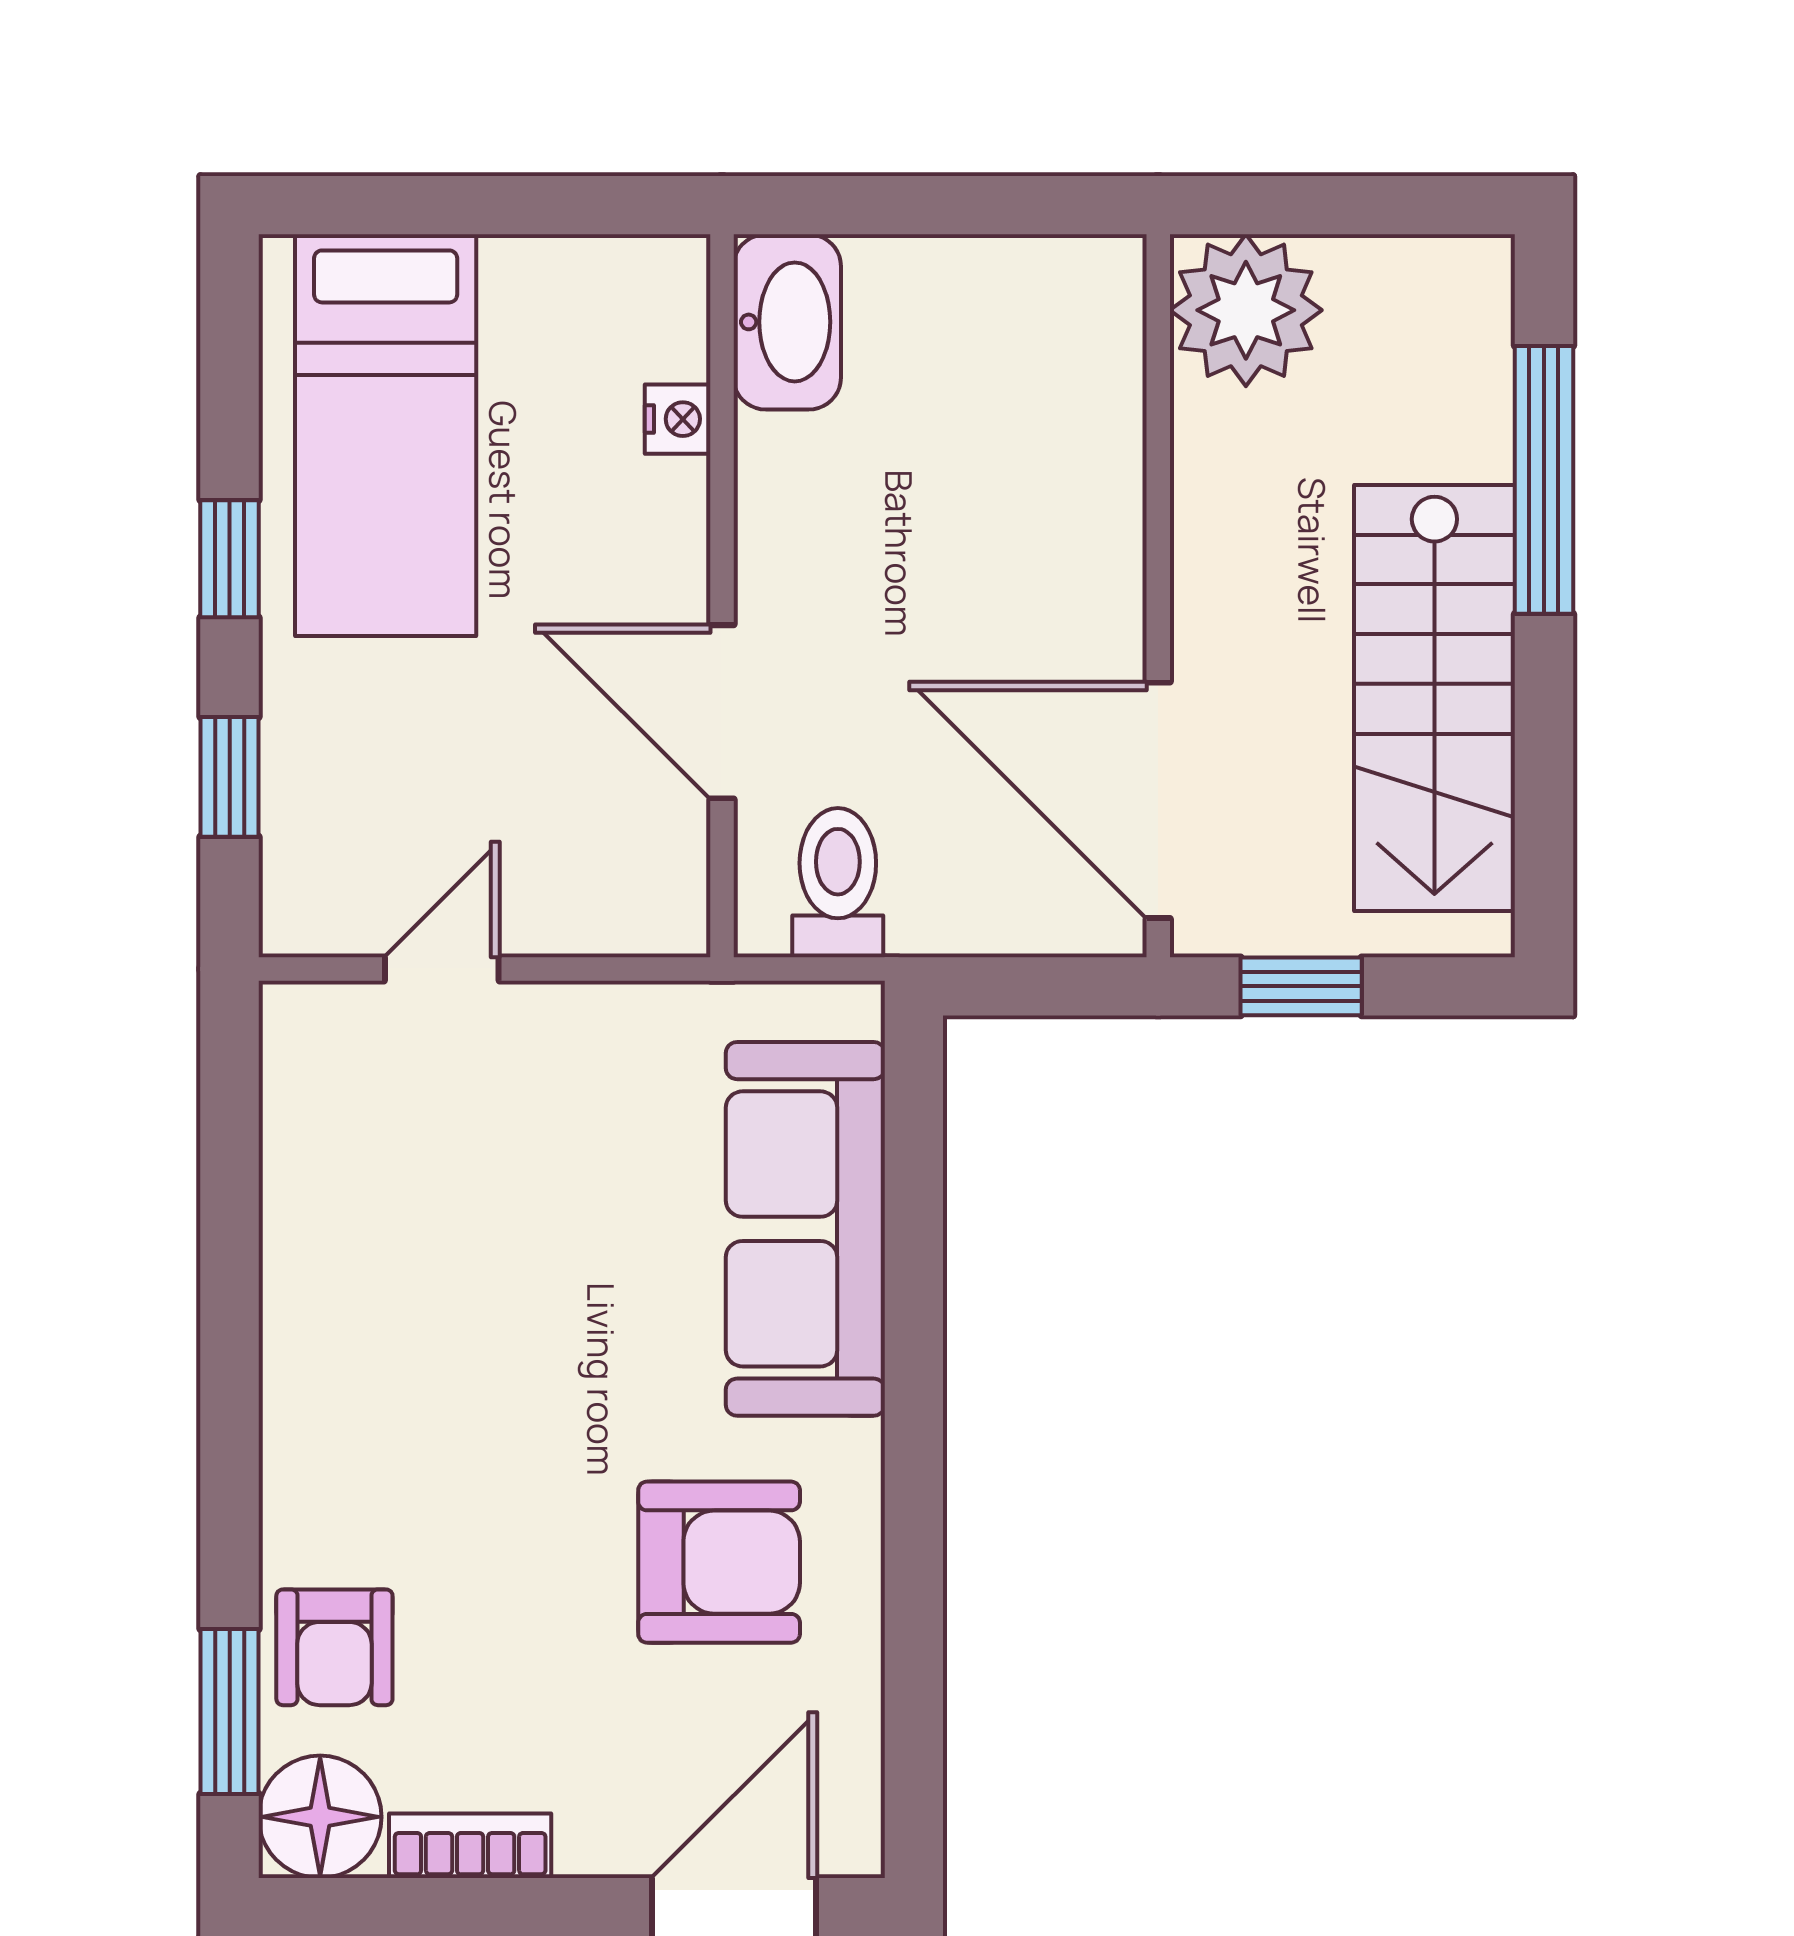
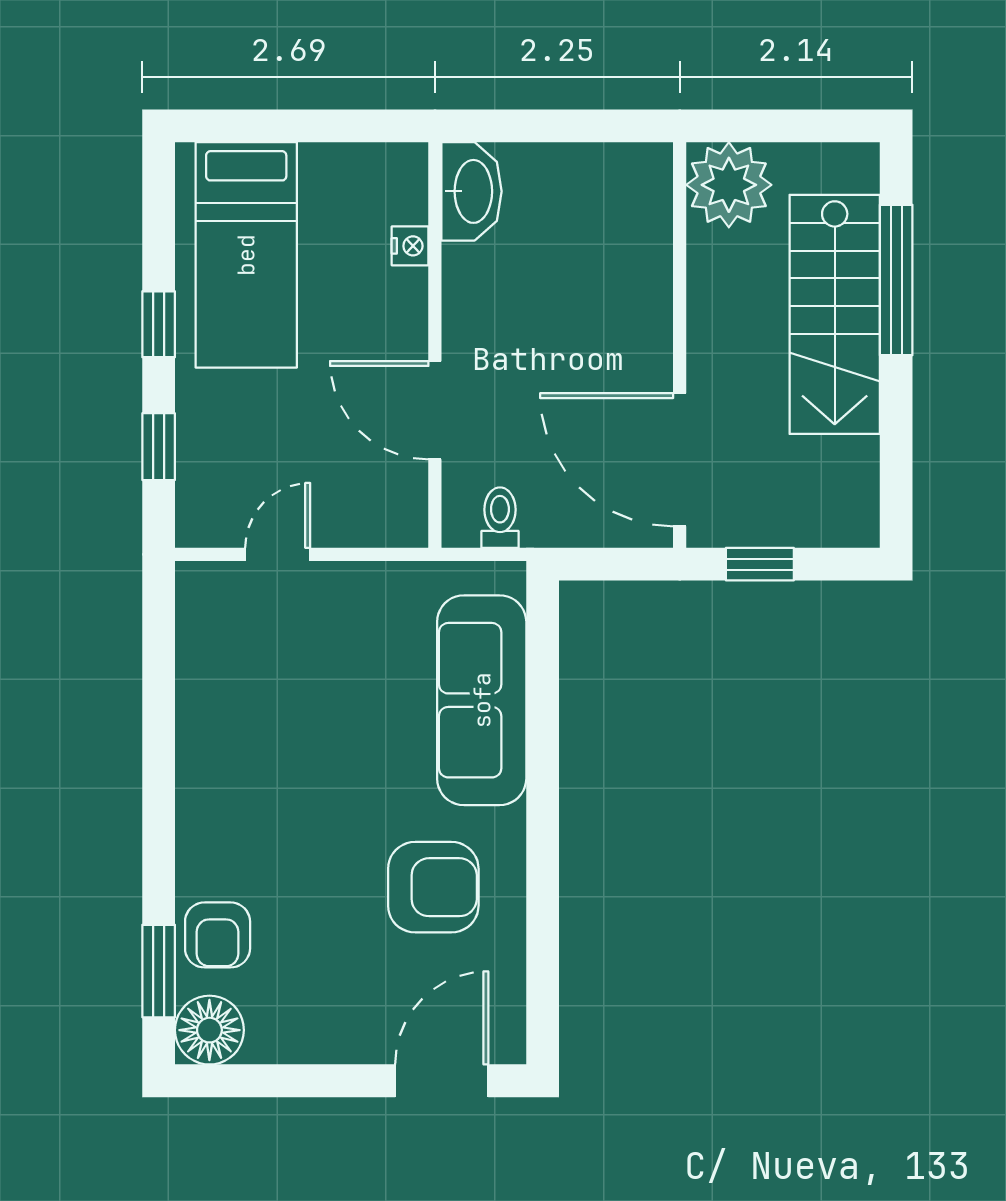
stairs: (1434, 698) -> (835, 314), moved
toilet: (838, 883) -> (500, 518), width x0.73, depth x0.72
bookcase: (470, 1846) -> (294, 1046), removed

